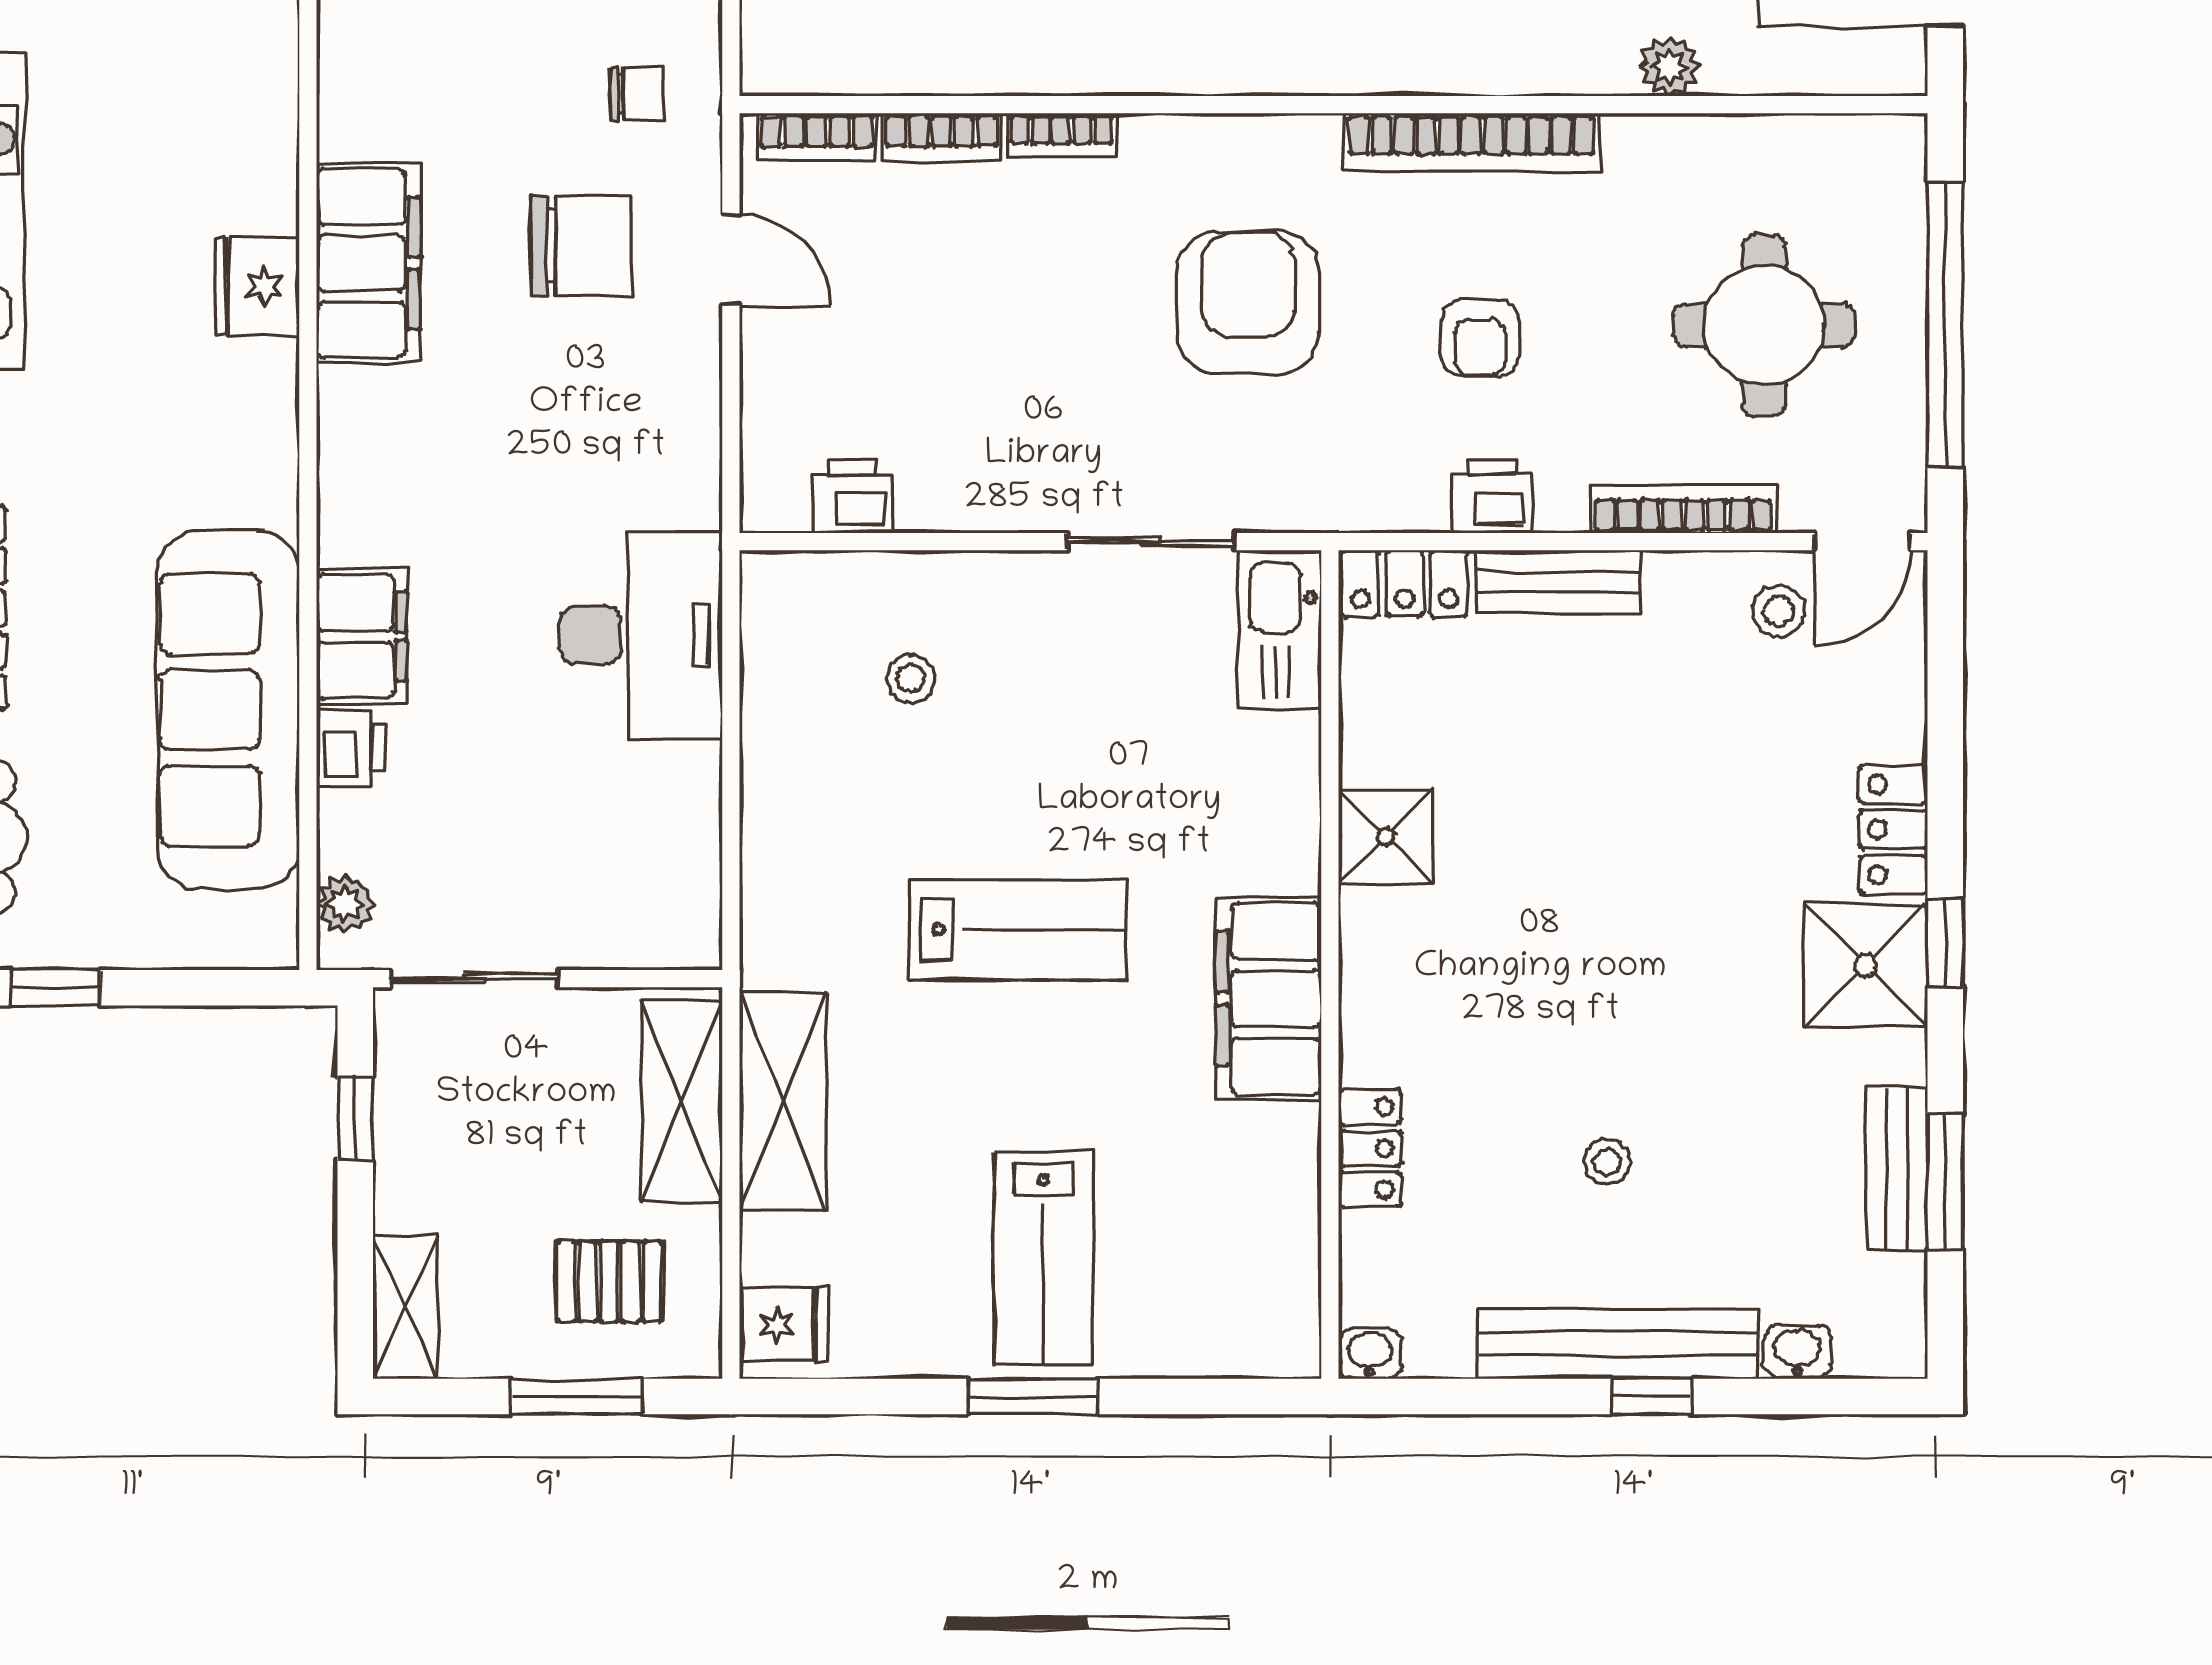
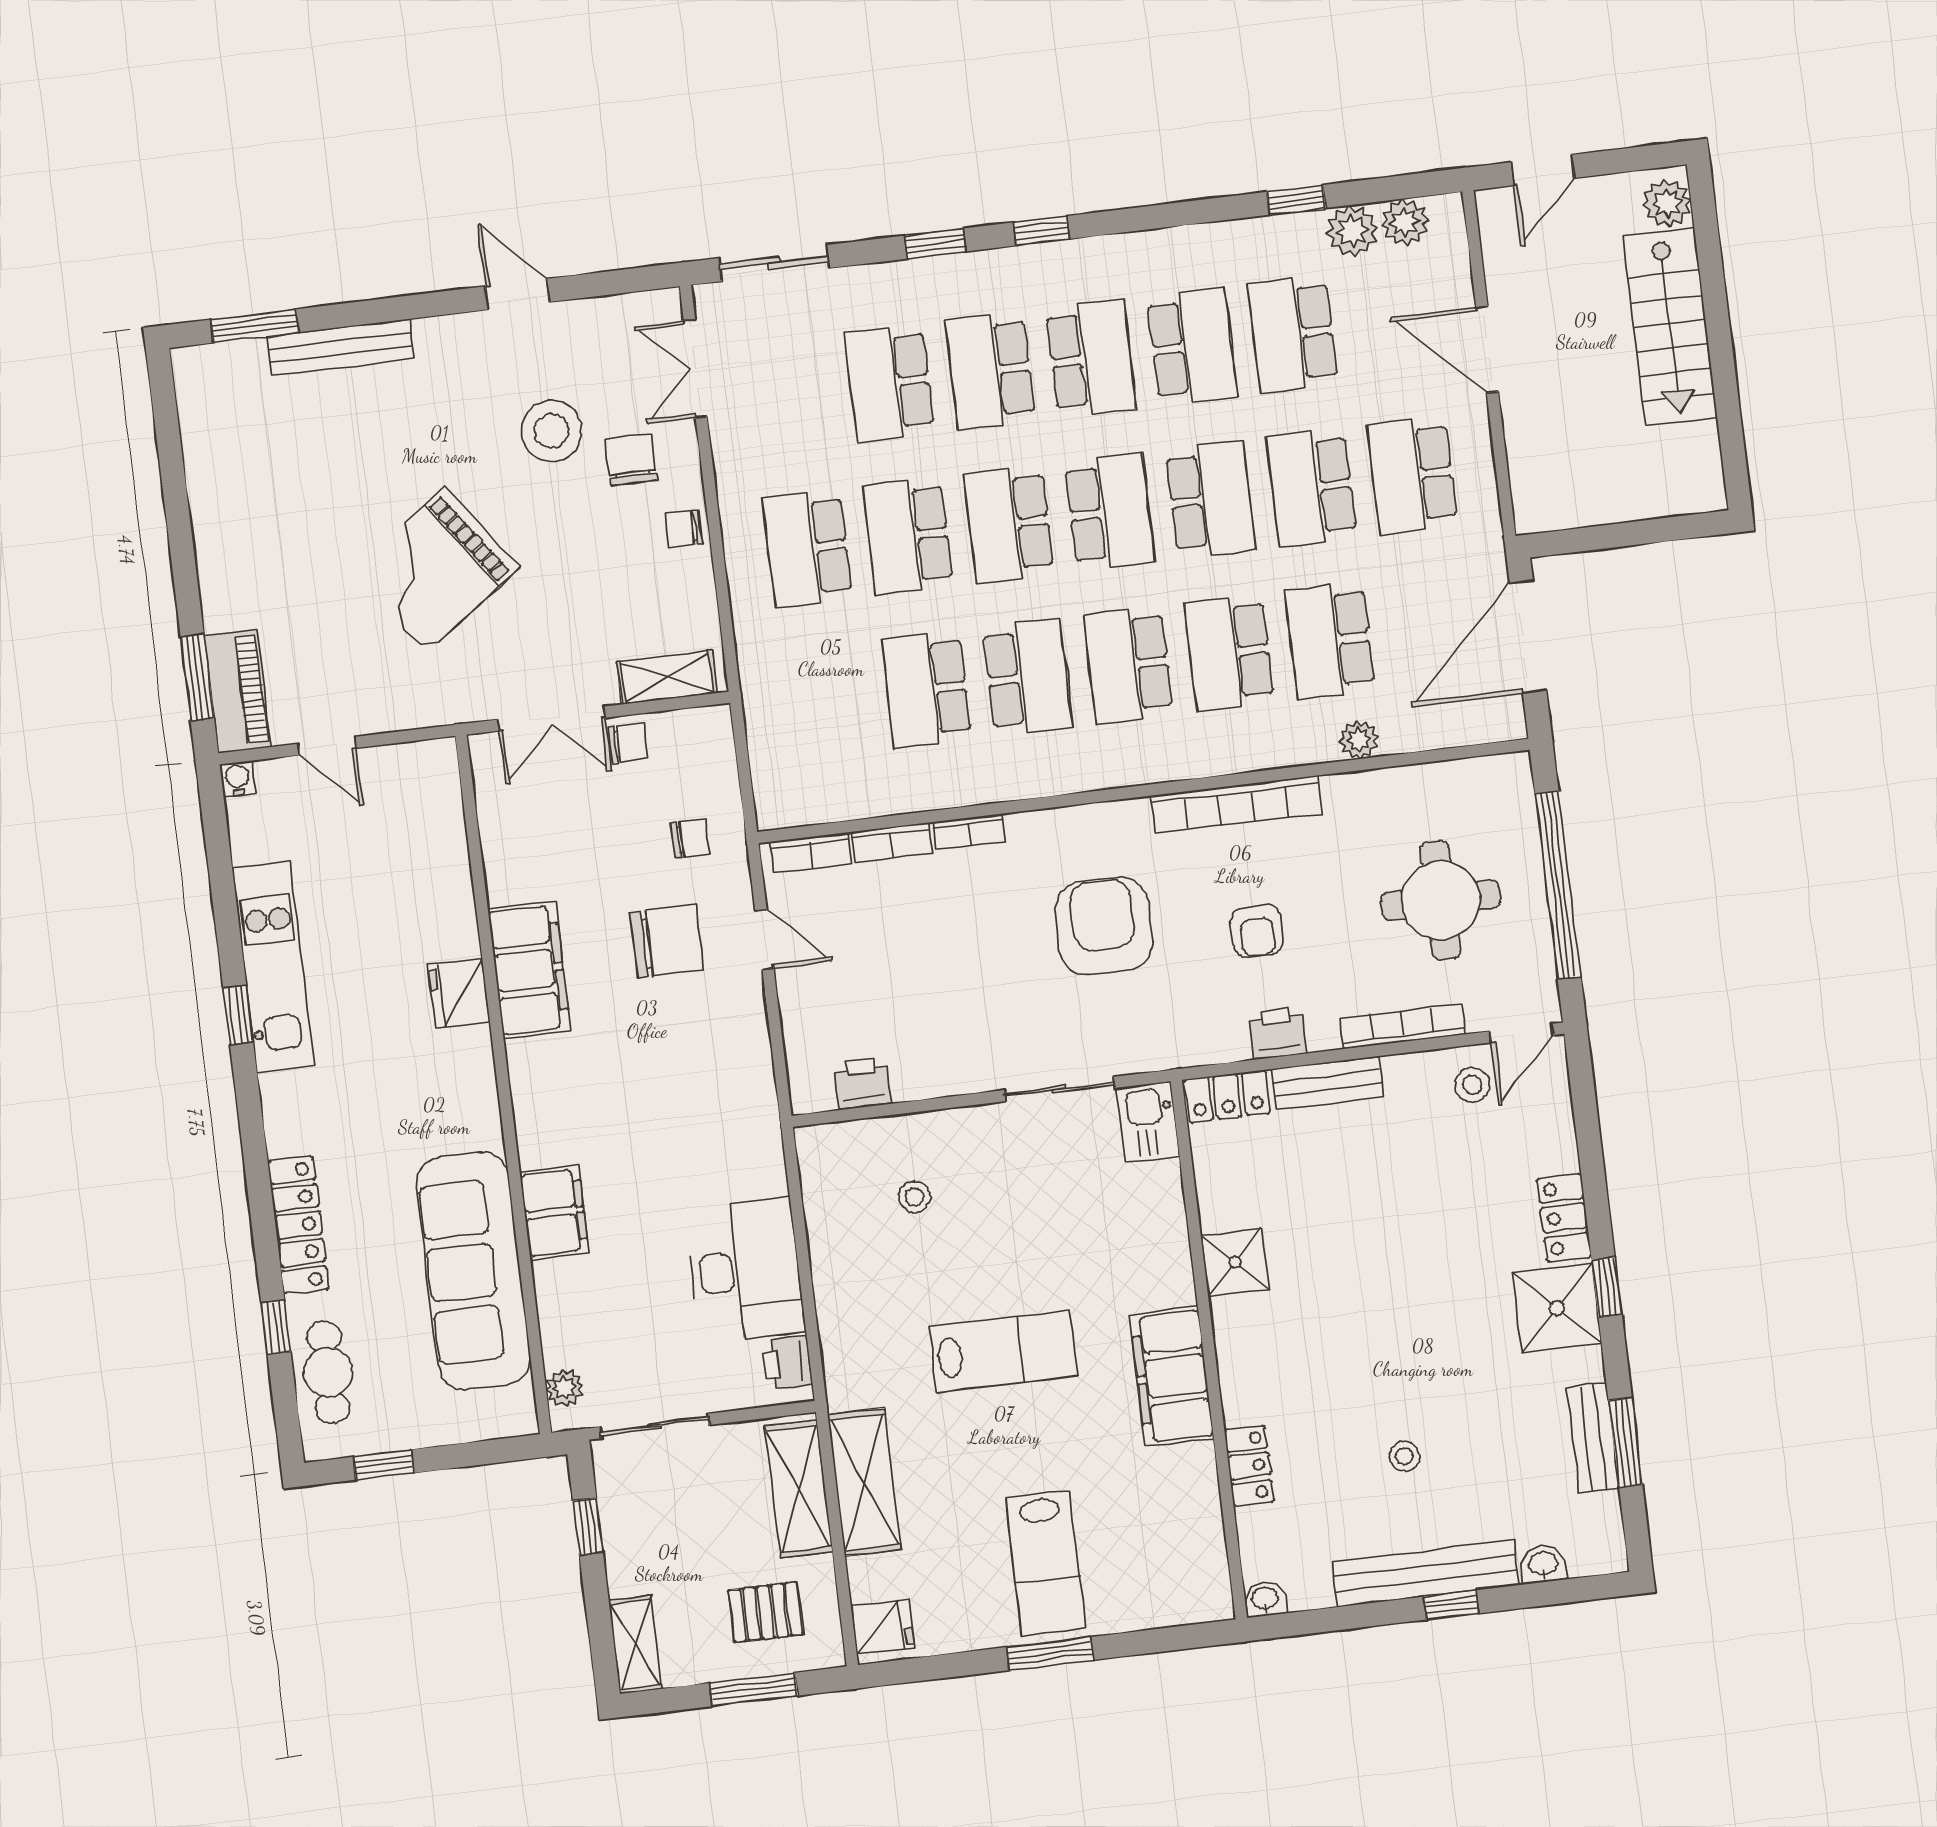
kitchen sink: (1280, 629) -> (1148, 1122), width x0.73
desk: (641, 635) -> (745, 1270), moved
printer: (351, 748) -> (787, 1363), moved, turned 180

